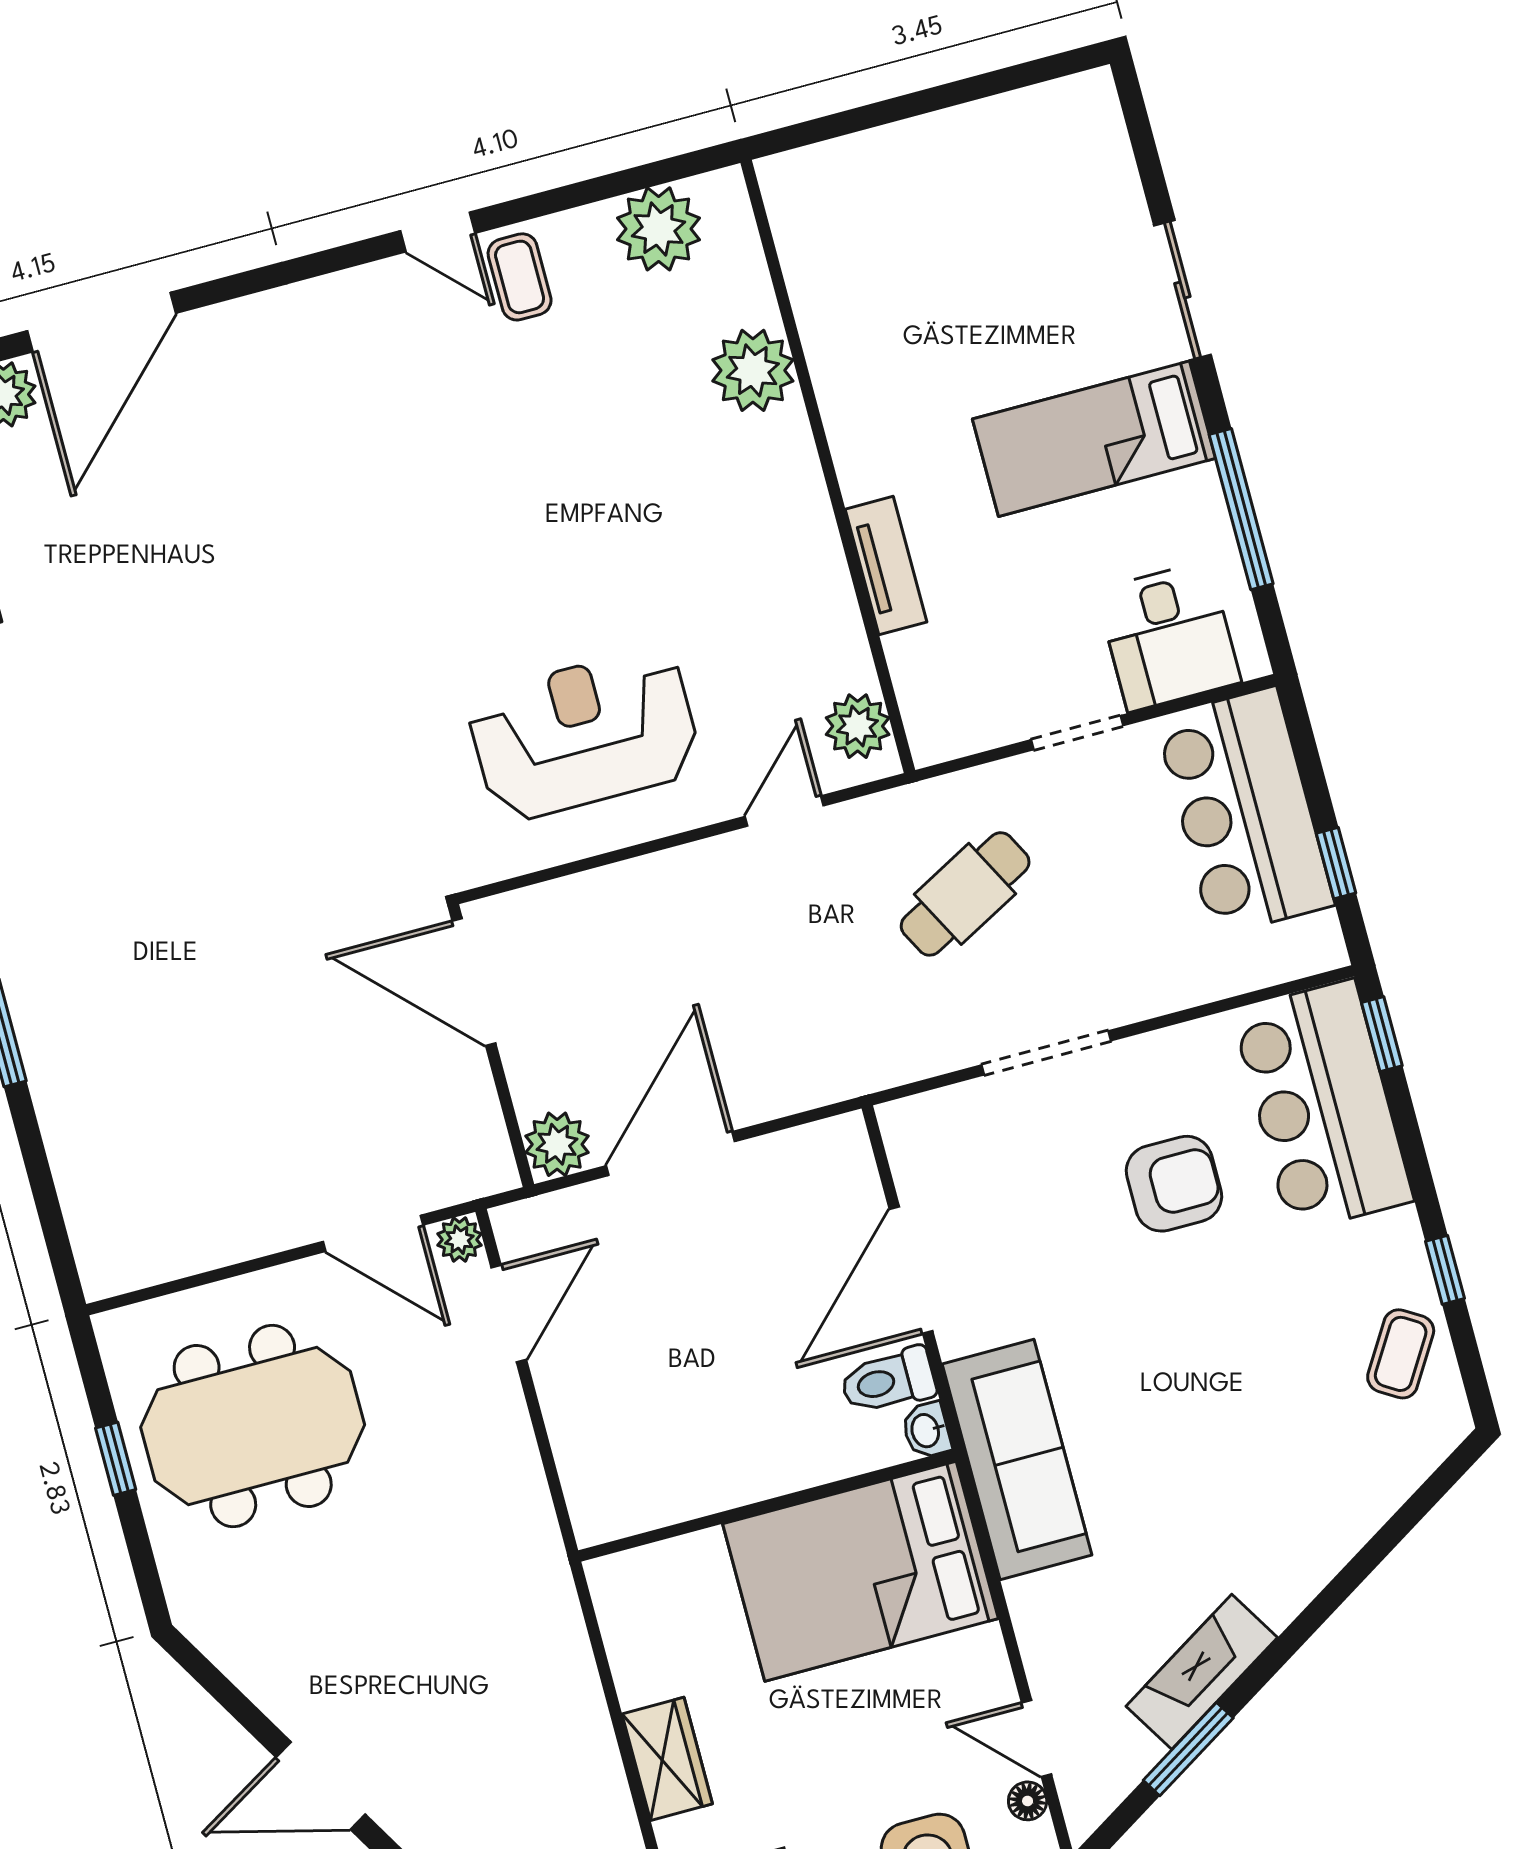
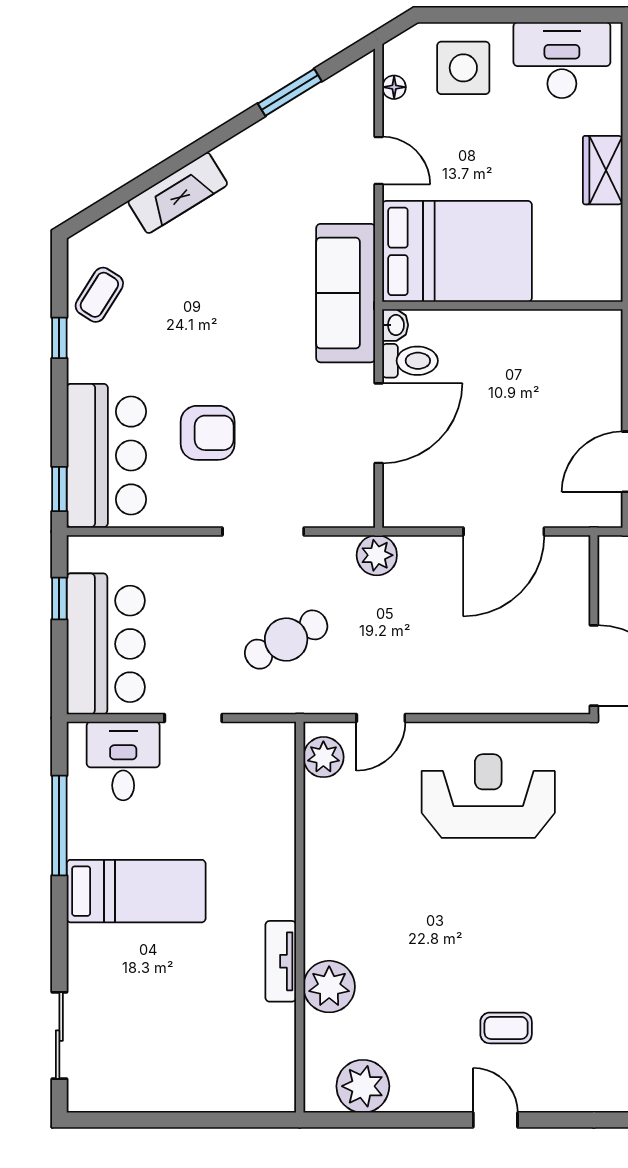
coffee table: (520, 277) -> (506, 1028), moved, turned 90
sliding door: (1182, 290) -> (59, 1036), moved
tv unit: (886, 566) -> (281, 961), moved
reception desk: (584, 734) -> (488, 796), turned 180
plant: (557, 1144) -> (377, 555), moved
armchair: (1174, 1184) -> (208, 433), turned 180
fireplace: (1202, 1672) -> (178, 193), moved
door: (1037, 1738) -> (379, 161), moved

